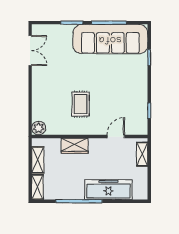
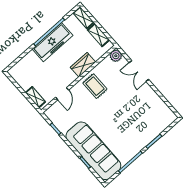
sofa: (110, 39) -> (93, 151), moved, turned 90
double door: (30, 50) -> (139, 71), moved
rug: (81, 104) -> (95, 86), moved
freezer: (108, 190) -> (53, 42), moved

